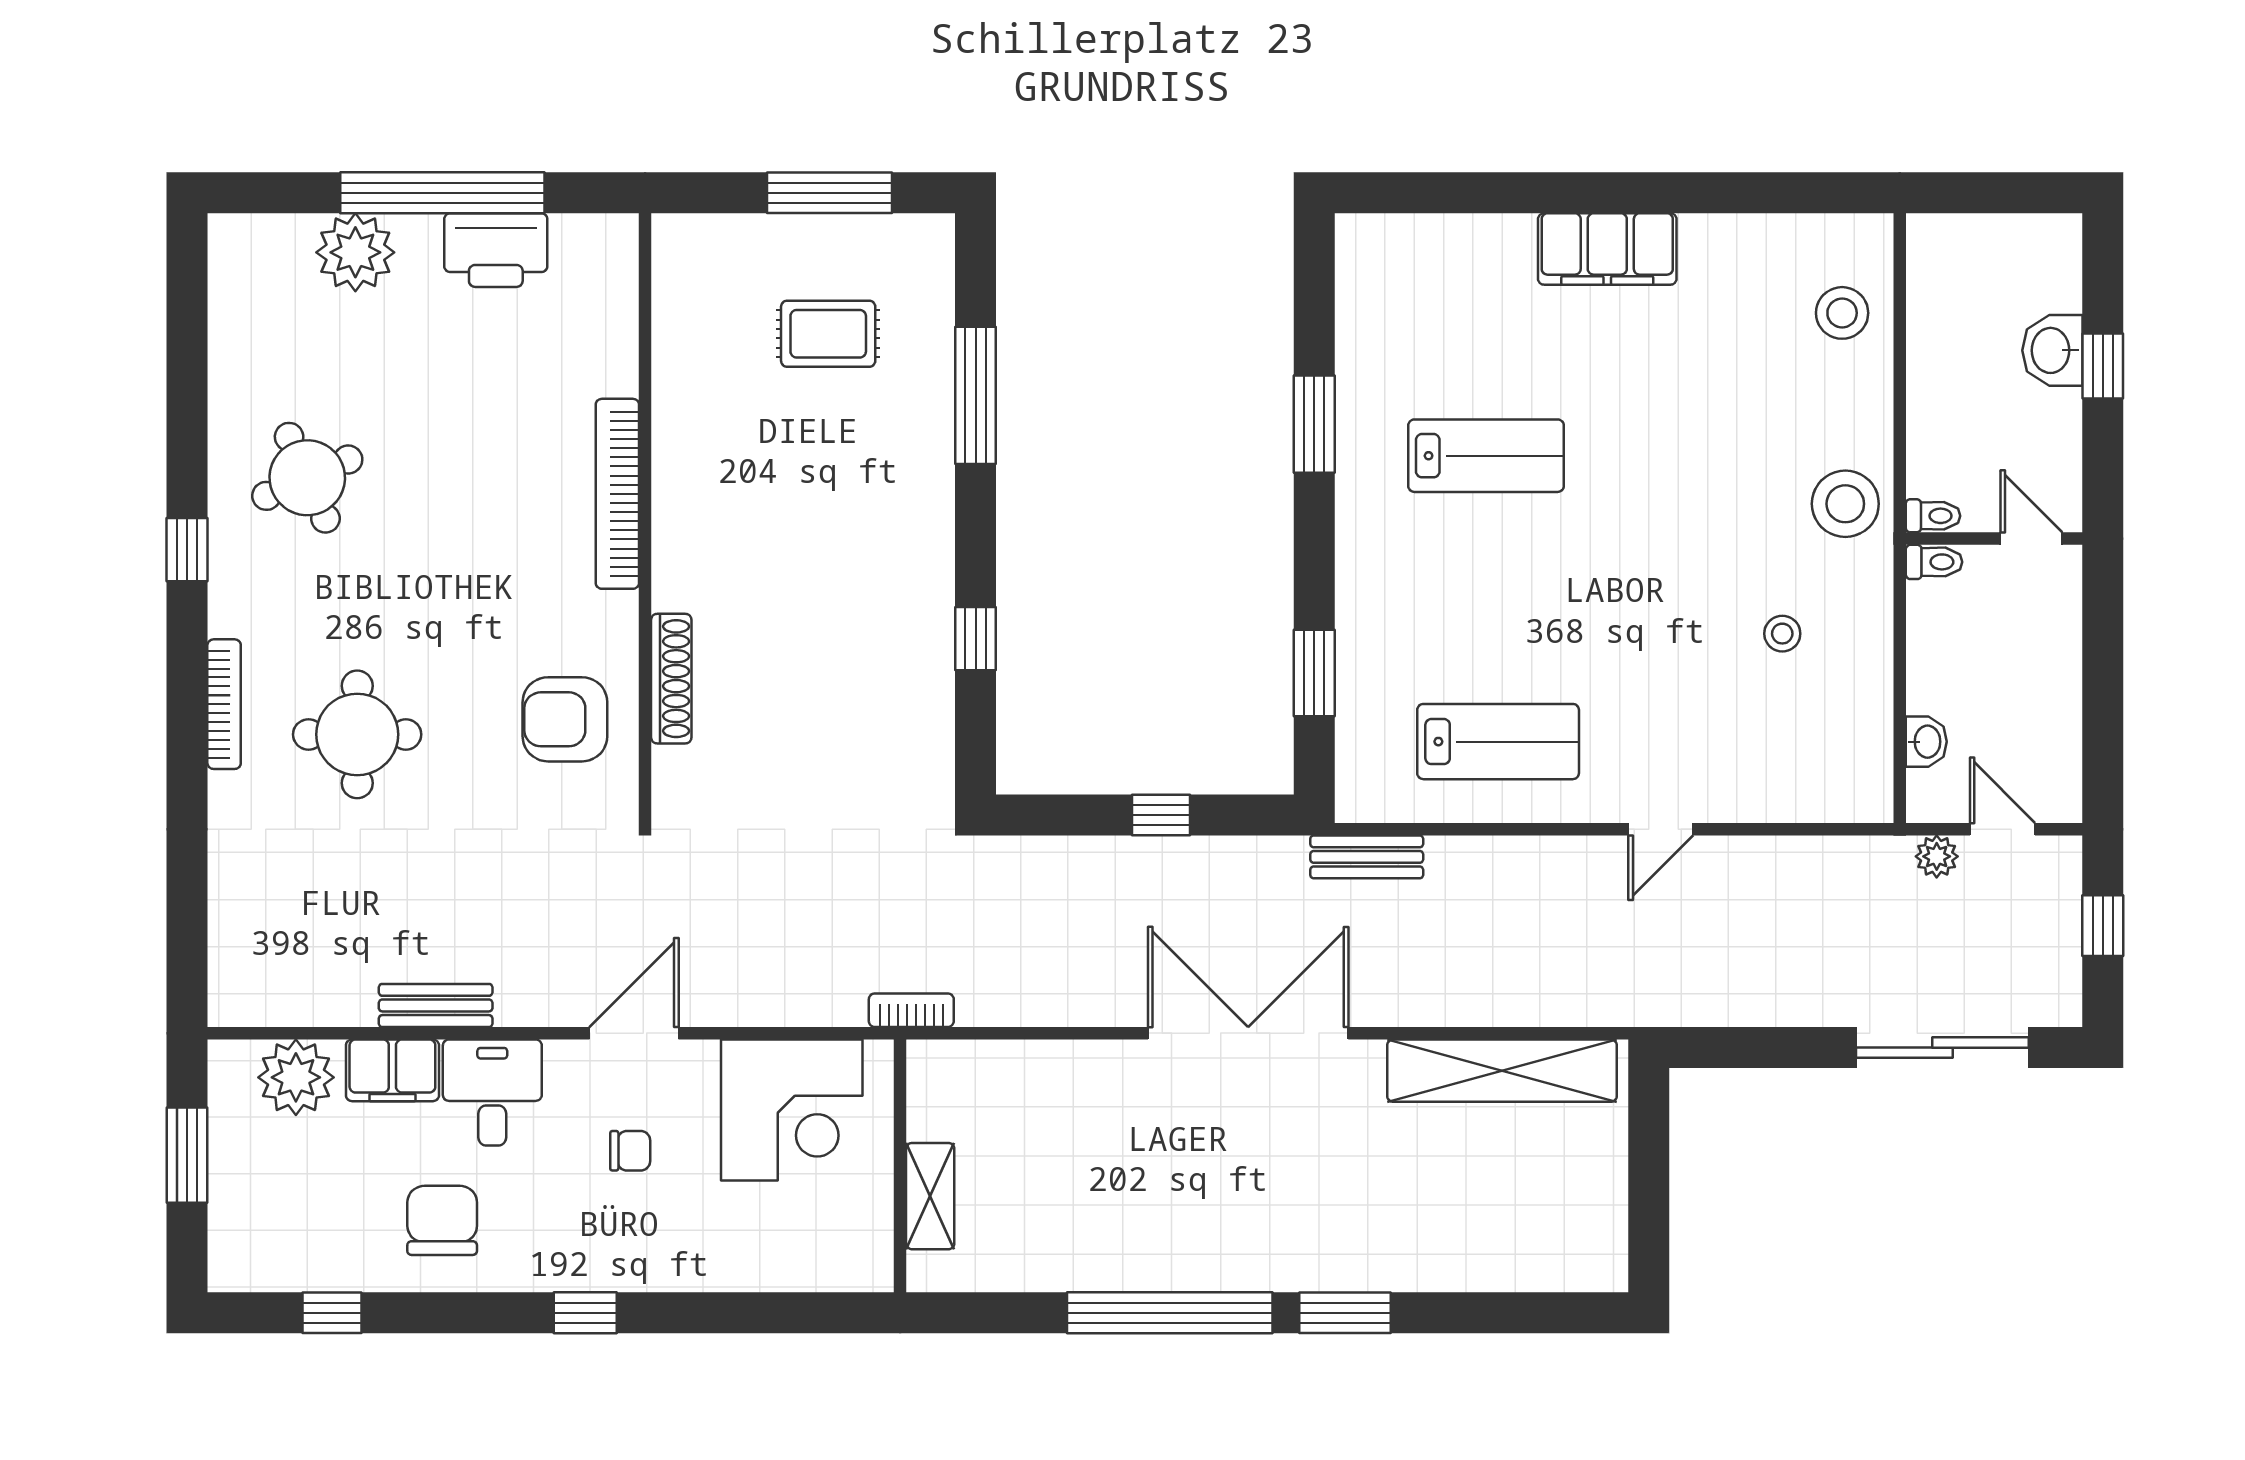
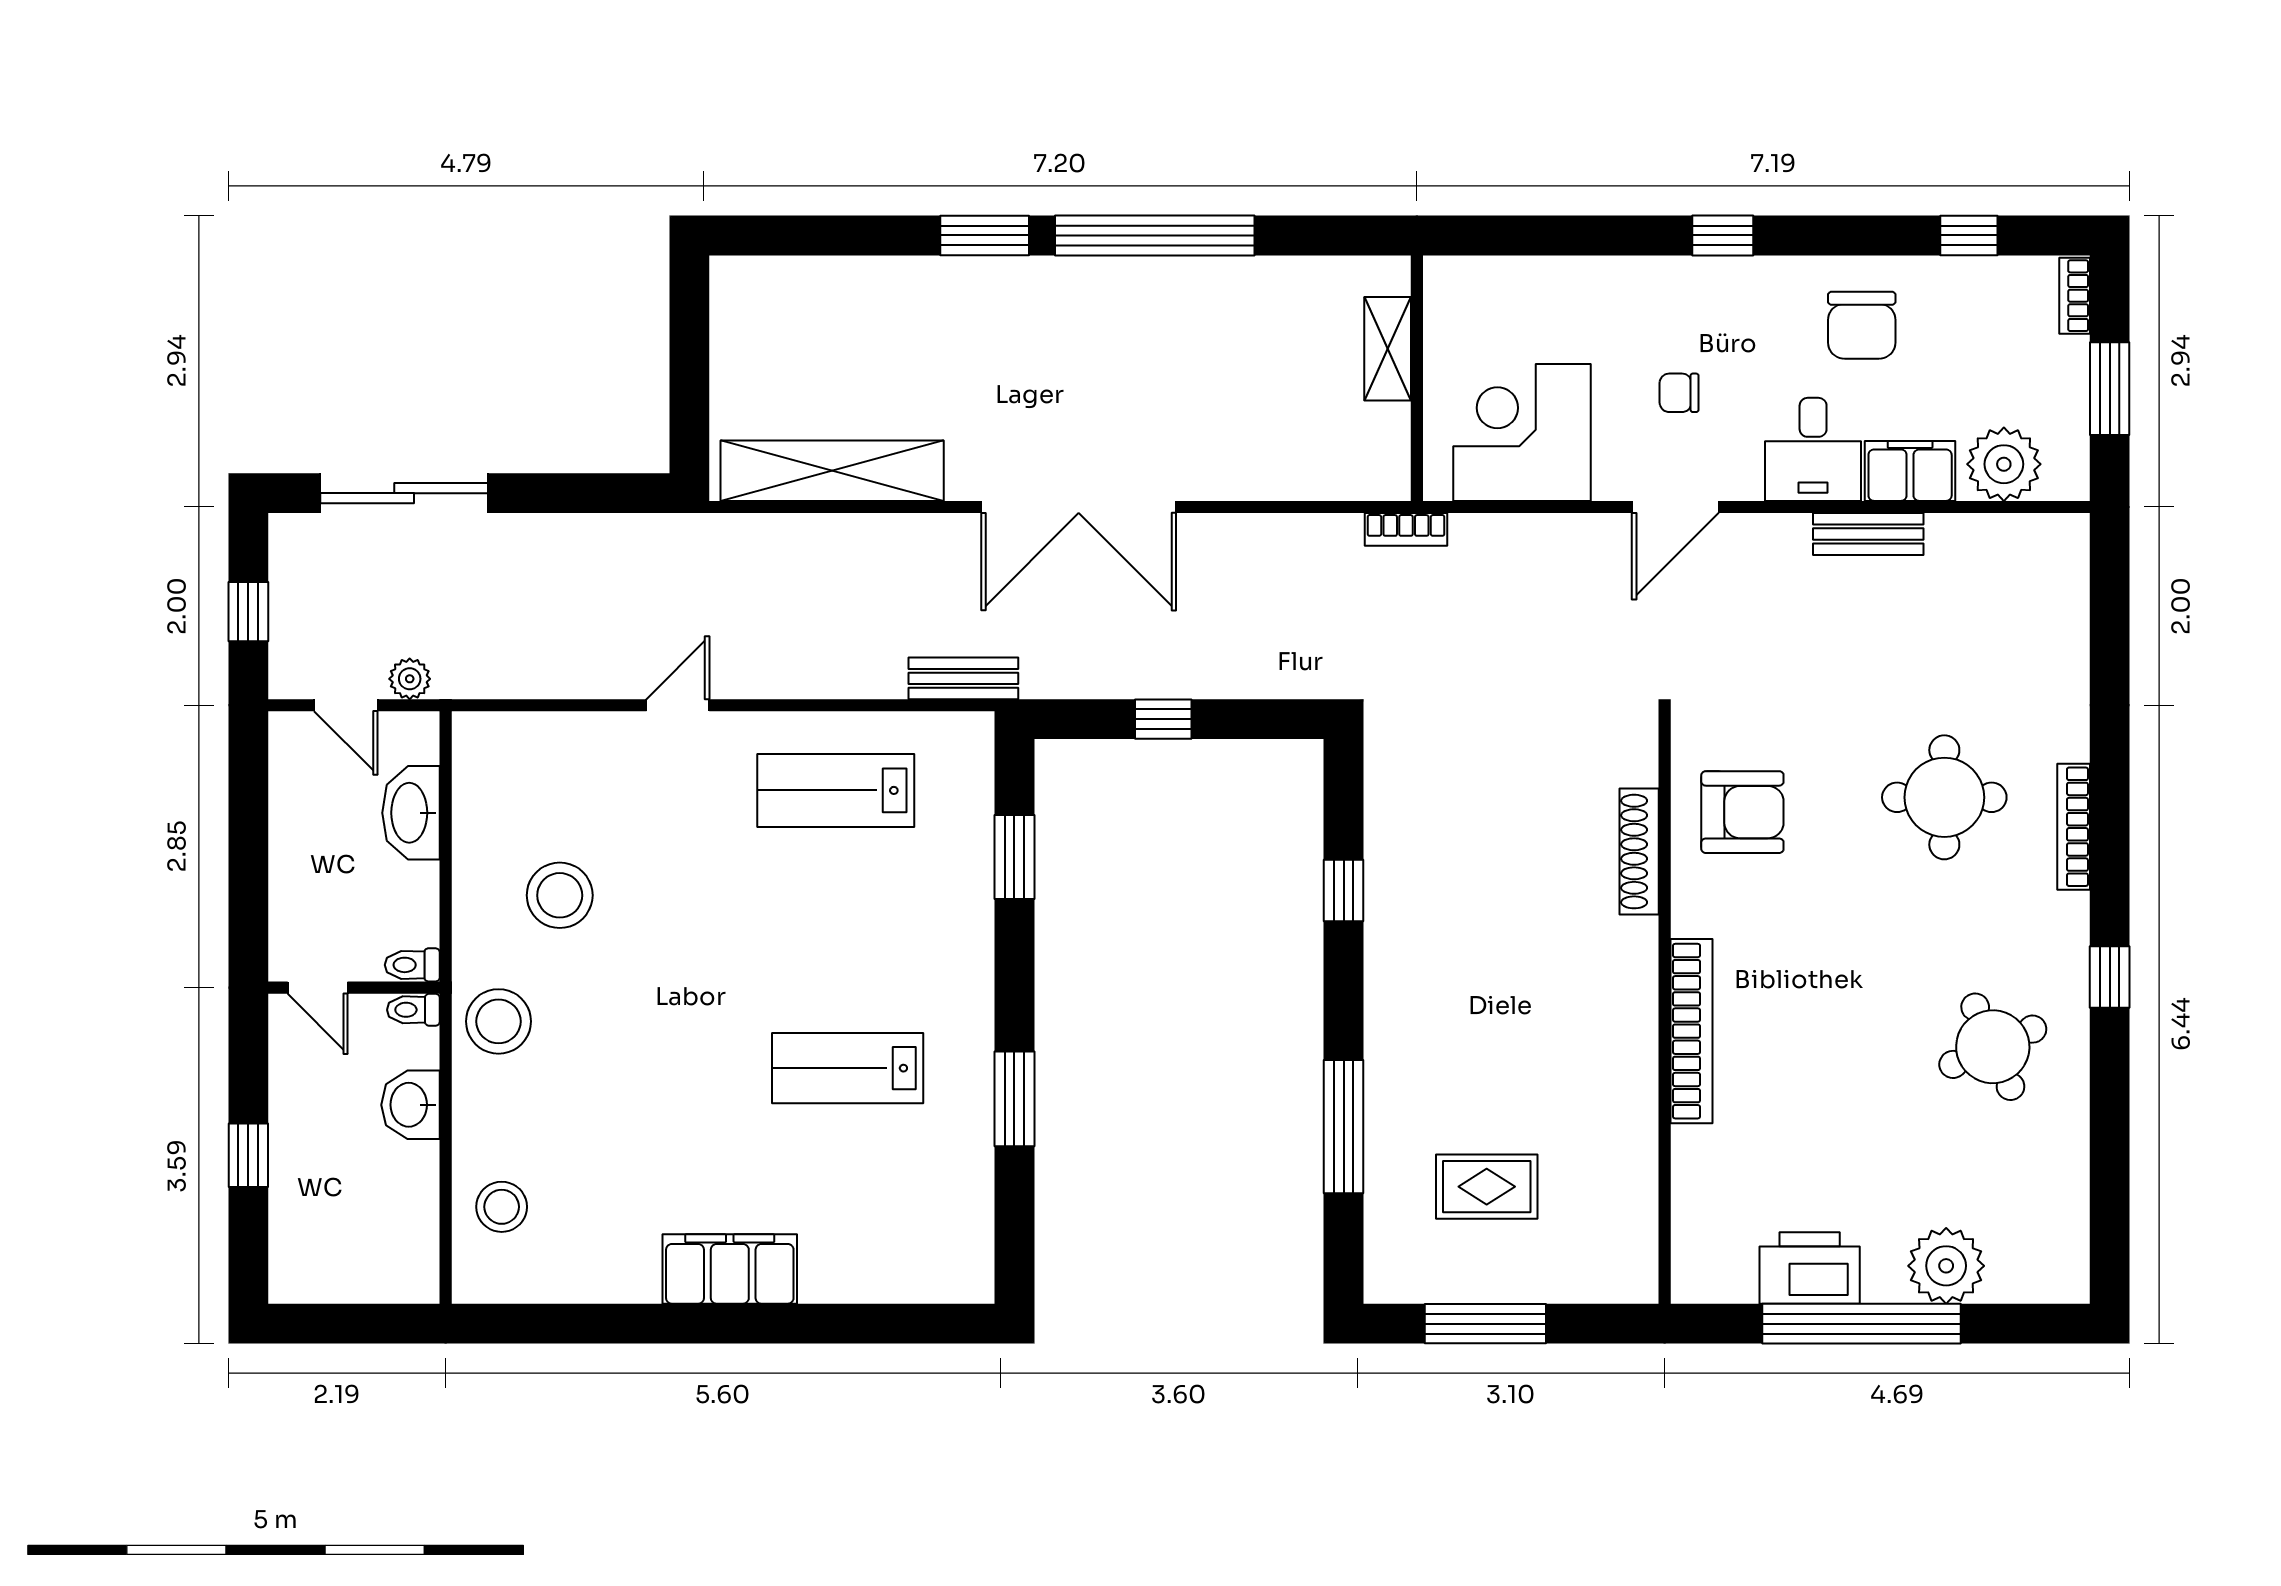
washbasin: (2052, 350) -> (411, 1105), moved, turned 180
stool: (1782, 634) -> (560, 895), width x1.89, depth x1.89
washbasin: (1926, 742) -> (411, 813), width x1.91, depth x1.45
bookcase: (223, 1251) -> (2075, 296), added

